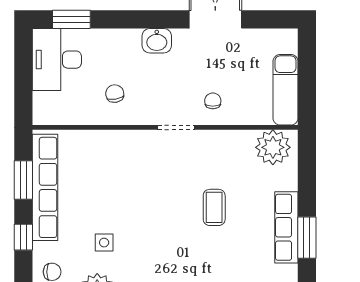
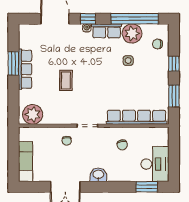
exam couch: (285, 90) -> (26, 162), moved
row of seats: (45, 187) -> (136, 117), moved, turned 90

